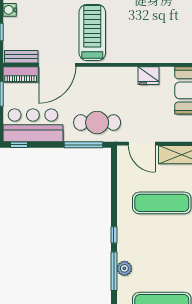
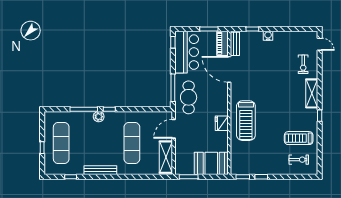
treadmill: (92, 33) -> (246, 121), moved, turned 90
fridge: (149, 76) -> (222, 123), moved
plant: (124, 268) -> (99, 117), moved

